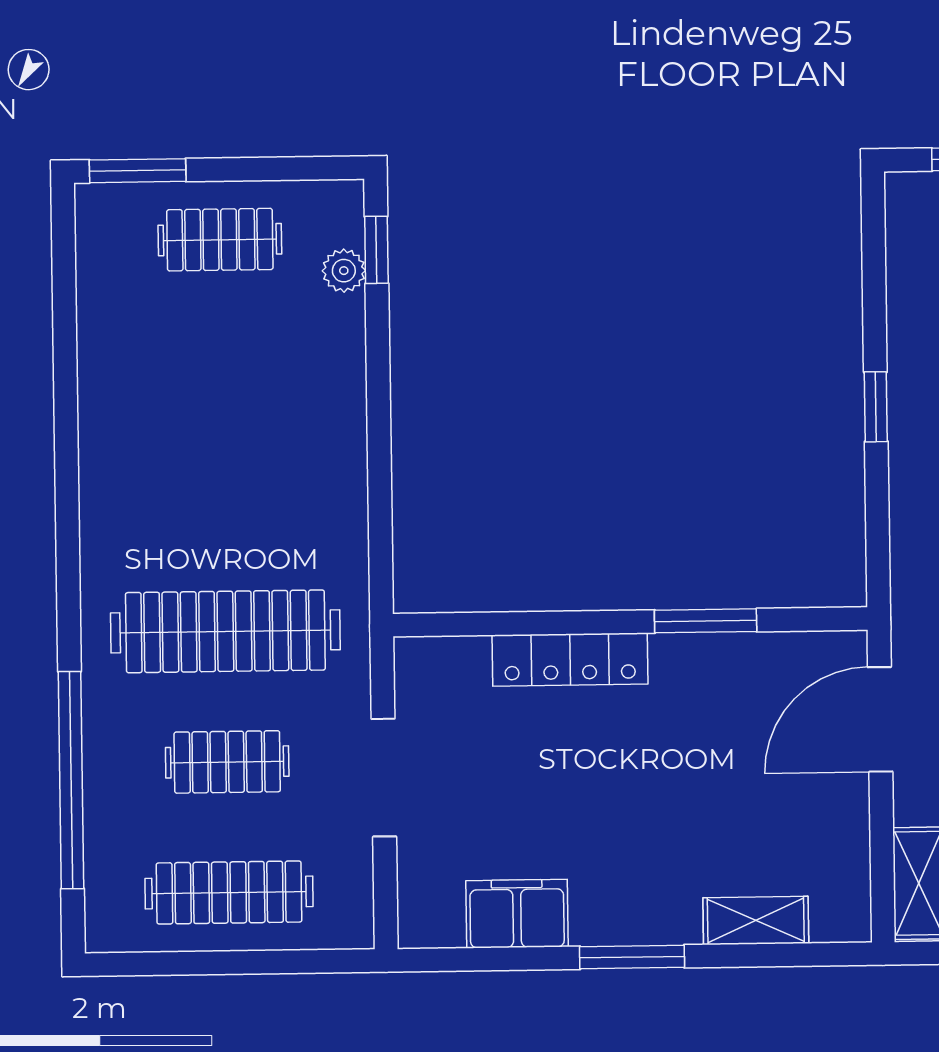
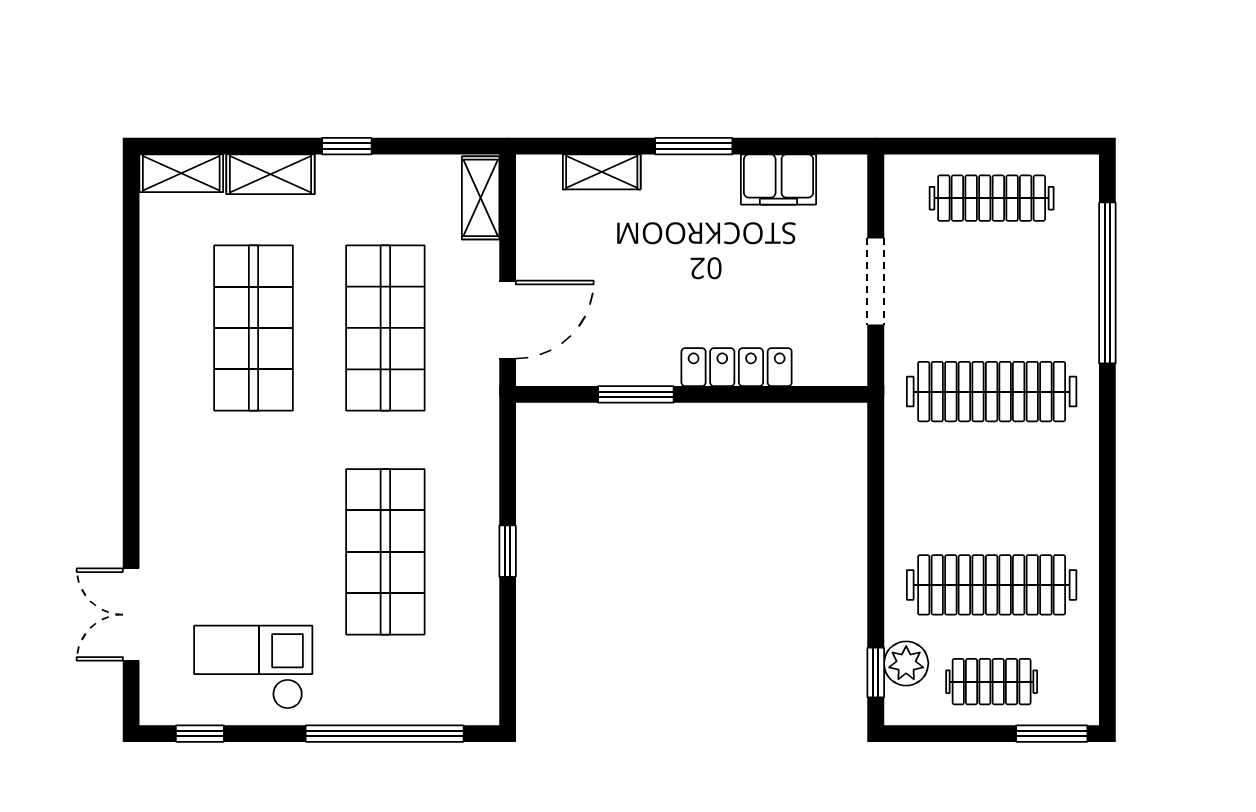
plant: (344, 271) -> (906, 663), width x1.38, depth x1.38
clothes rail: (227, 762) -> (992, 585), moved, width x1.86, depth x1.31

